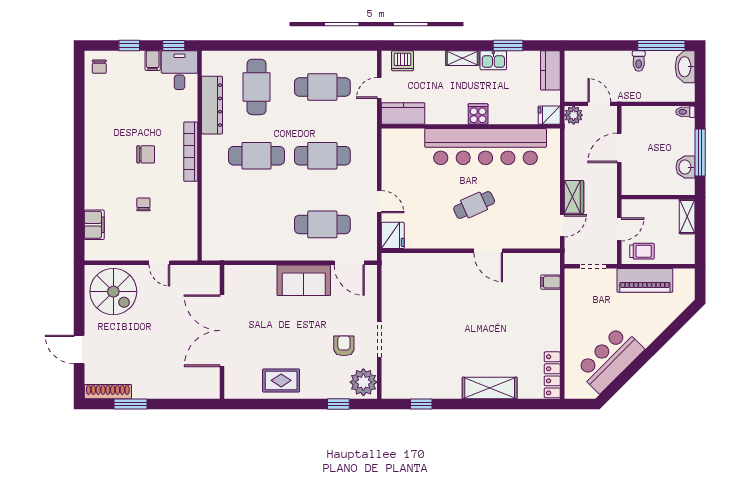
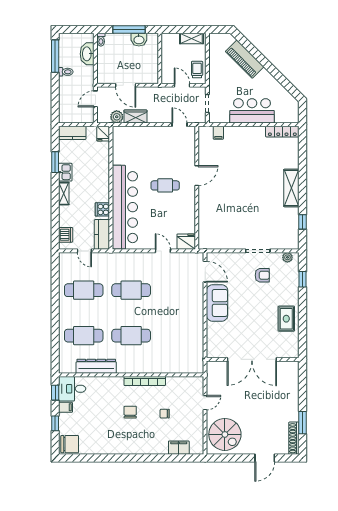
chair: (99, 67) -> (70, 444), width x1.87, depth x1.87
washbasin: (685, 67) -> (87, 54), moved, turned 90
cafe table: (322, 87) -> (84, 290), turned 90
cooker: (478, 114) -> (102, 209), moved
plant: (574, 115) -> (117, 117), moved
bar counter: (486, 147) -> (125, 207), moved
bookcase: (191, 152) -> (145, 381), moved
cafe table: (257, 156) -> (131, 336), turned 90
cafe table: (322, 156) -> (131, 290), turned 90
wardrobe: (574, 197) -> (135, 117), moved
door: (379, 202) -> (163, 251), hinge flipped
cafe table: (474, 205) -> (165, 185), turned -66
shelving: (687, 217) -> (191, 38), moved
cafe table: (322, 224) -> (179, 290), removed
door: (349, 263) -> (205, 272), hinge flipped
piano: (645, 280) -> (245, 59), moved, turned 135
spiral stairs: (113, 292) -> (225, 434), turned 90
armchair: (344, 346) -> (262, 275), turned 180
bar counter: (610, 359) -> (252, 111), moved, turned 135
plant: (363, 382) -> (287, 257), width x0.53, depth x0.53
shelving: (490, 388) -> (291, 188), moved

